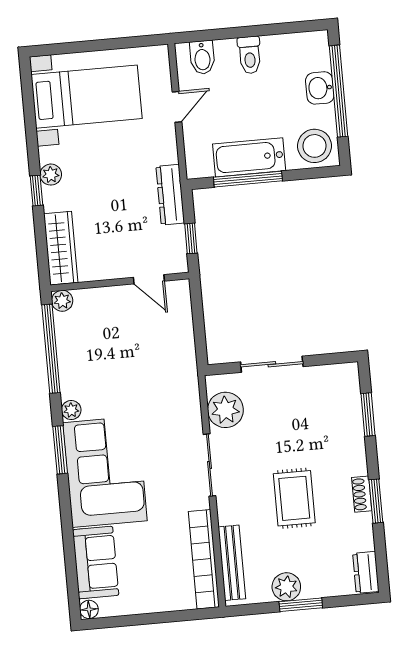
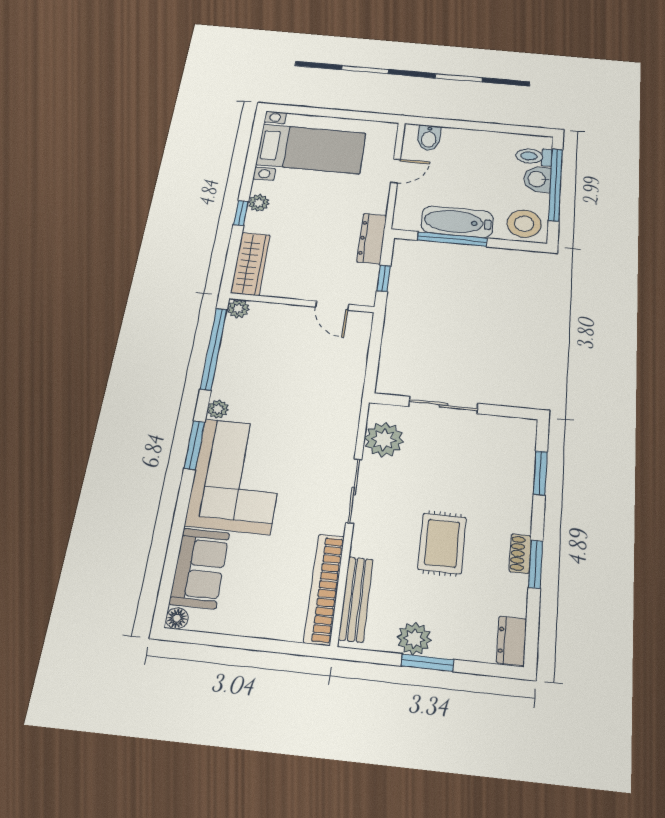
toilet: (250, 55) -> (534, 156), moved, turned 90

